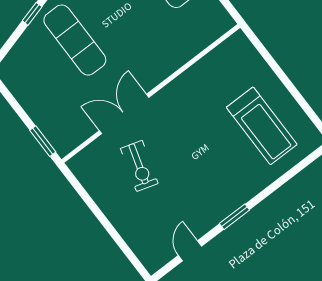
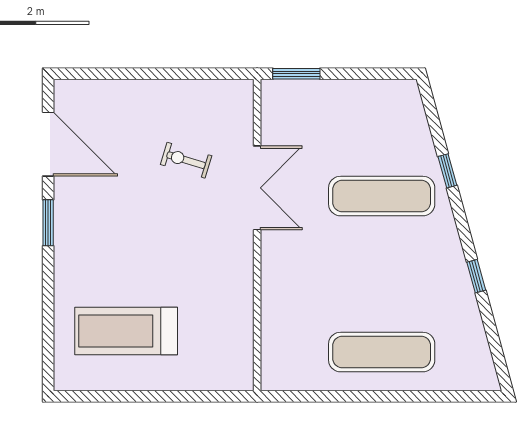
exercise bike: (139, 166) -> (186, 160), width x0.73, depth x0.72
door: (190, 251) -> (48, 144), width x1.87

